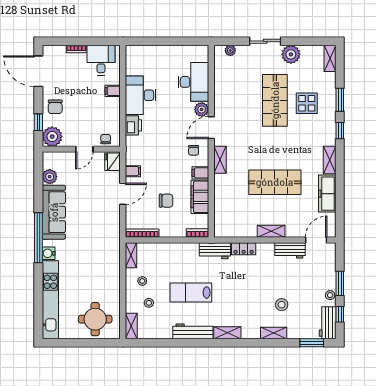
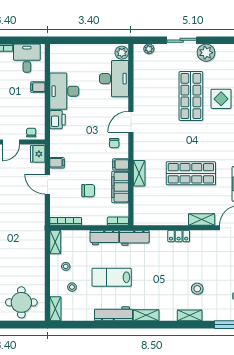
plant: (202, 109) -> (122, 53), moved
shelving: (220, 160) -> (139, 173), moved
door: (123, 194) -> (47, 184), swing flipped
shelving: (271, 231) -> (202, 219), moved
locker: (244, 249) -> (179, 236), moved
workbench: (290, 250) -> (104, 238), moved

